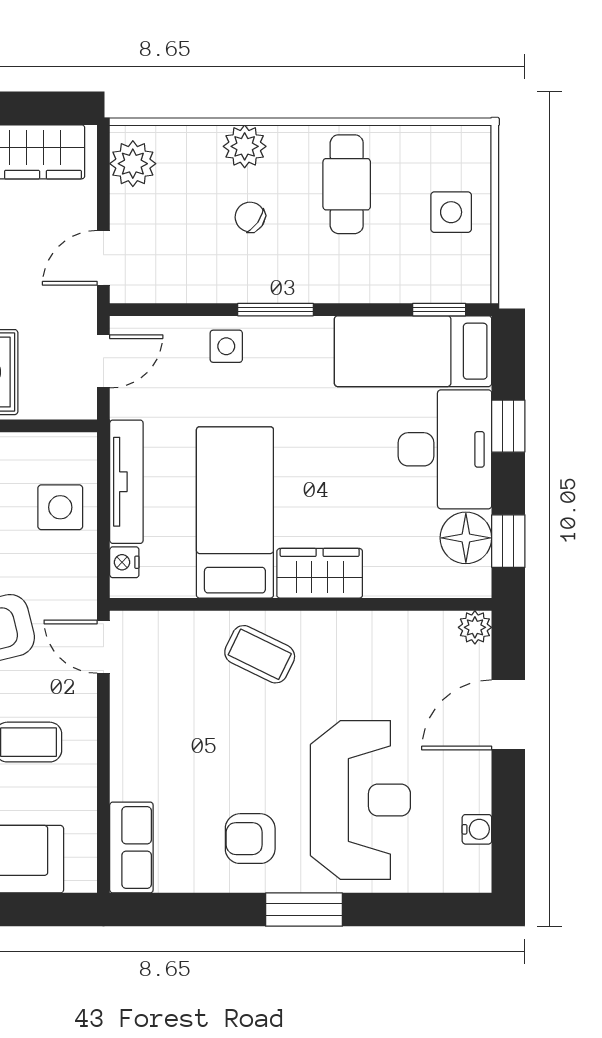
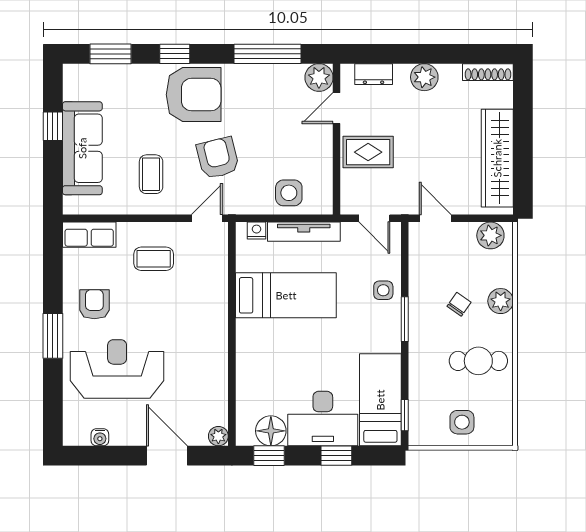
wardrobe: (320, 573) -> (250, 345), removed
coffee table: (260, 654) -> (154, 259), moved, turned 64
reception desk: (360, 800) -> (117, 369), turned 180

